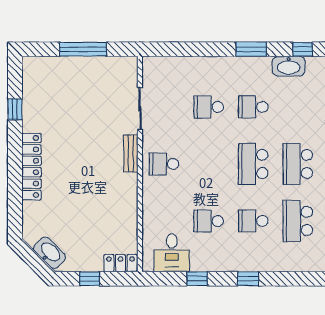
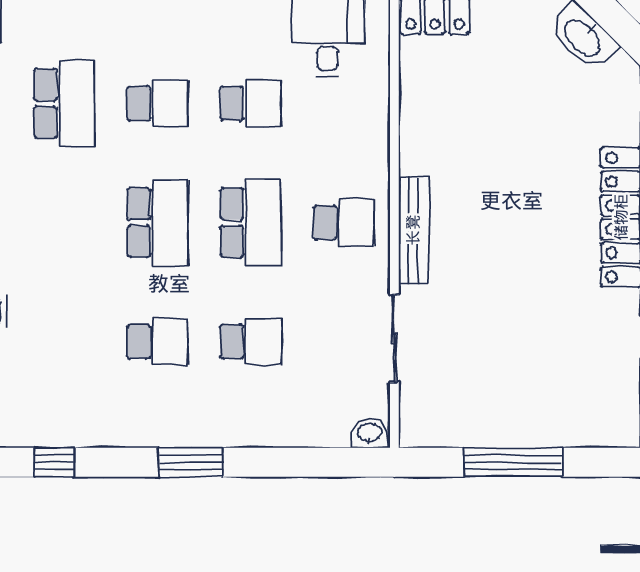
window: (251, 49) -> (191, 462), moved
washbasin: (289, 66) -> (369, 433), moved, width x0.52, depth x0.69
bench: (131, 153) -> (413, 230), width x1.36
school desk: (298, 164) -> (251, 223), moved

